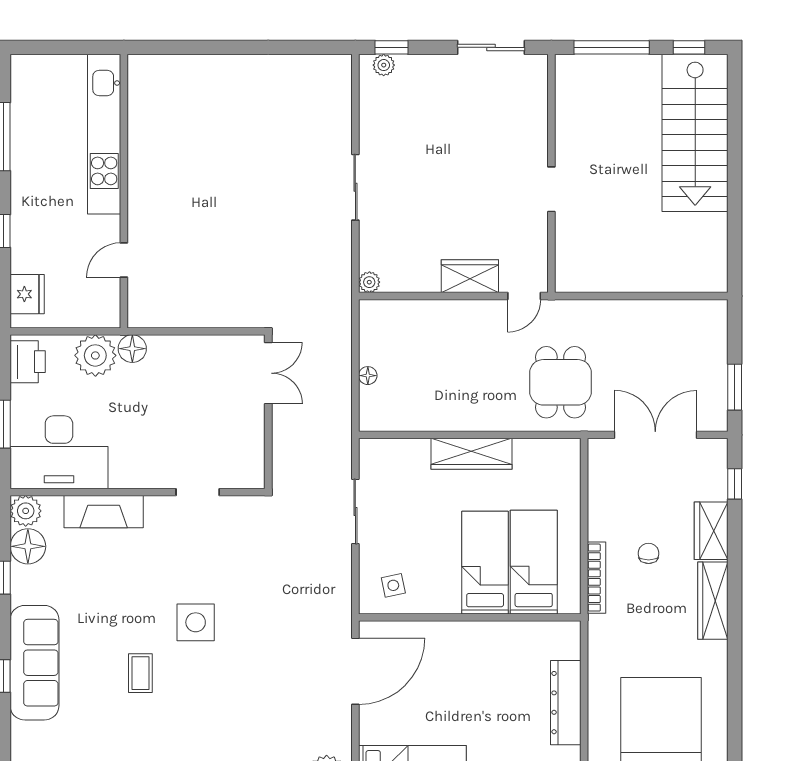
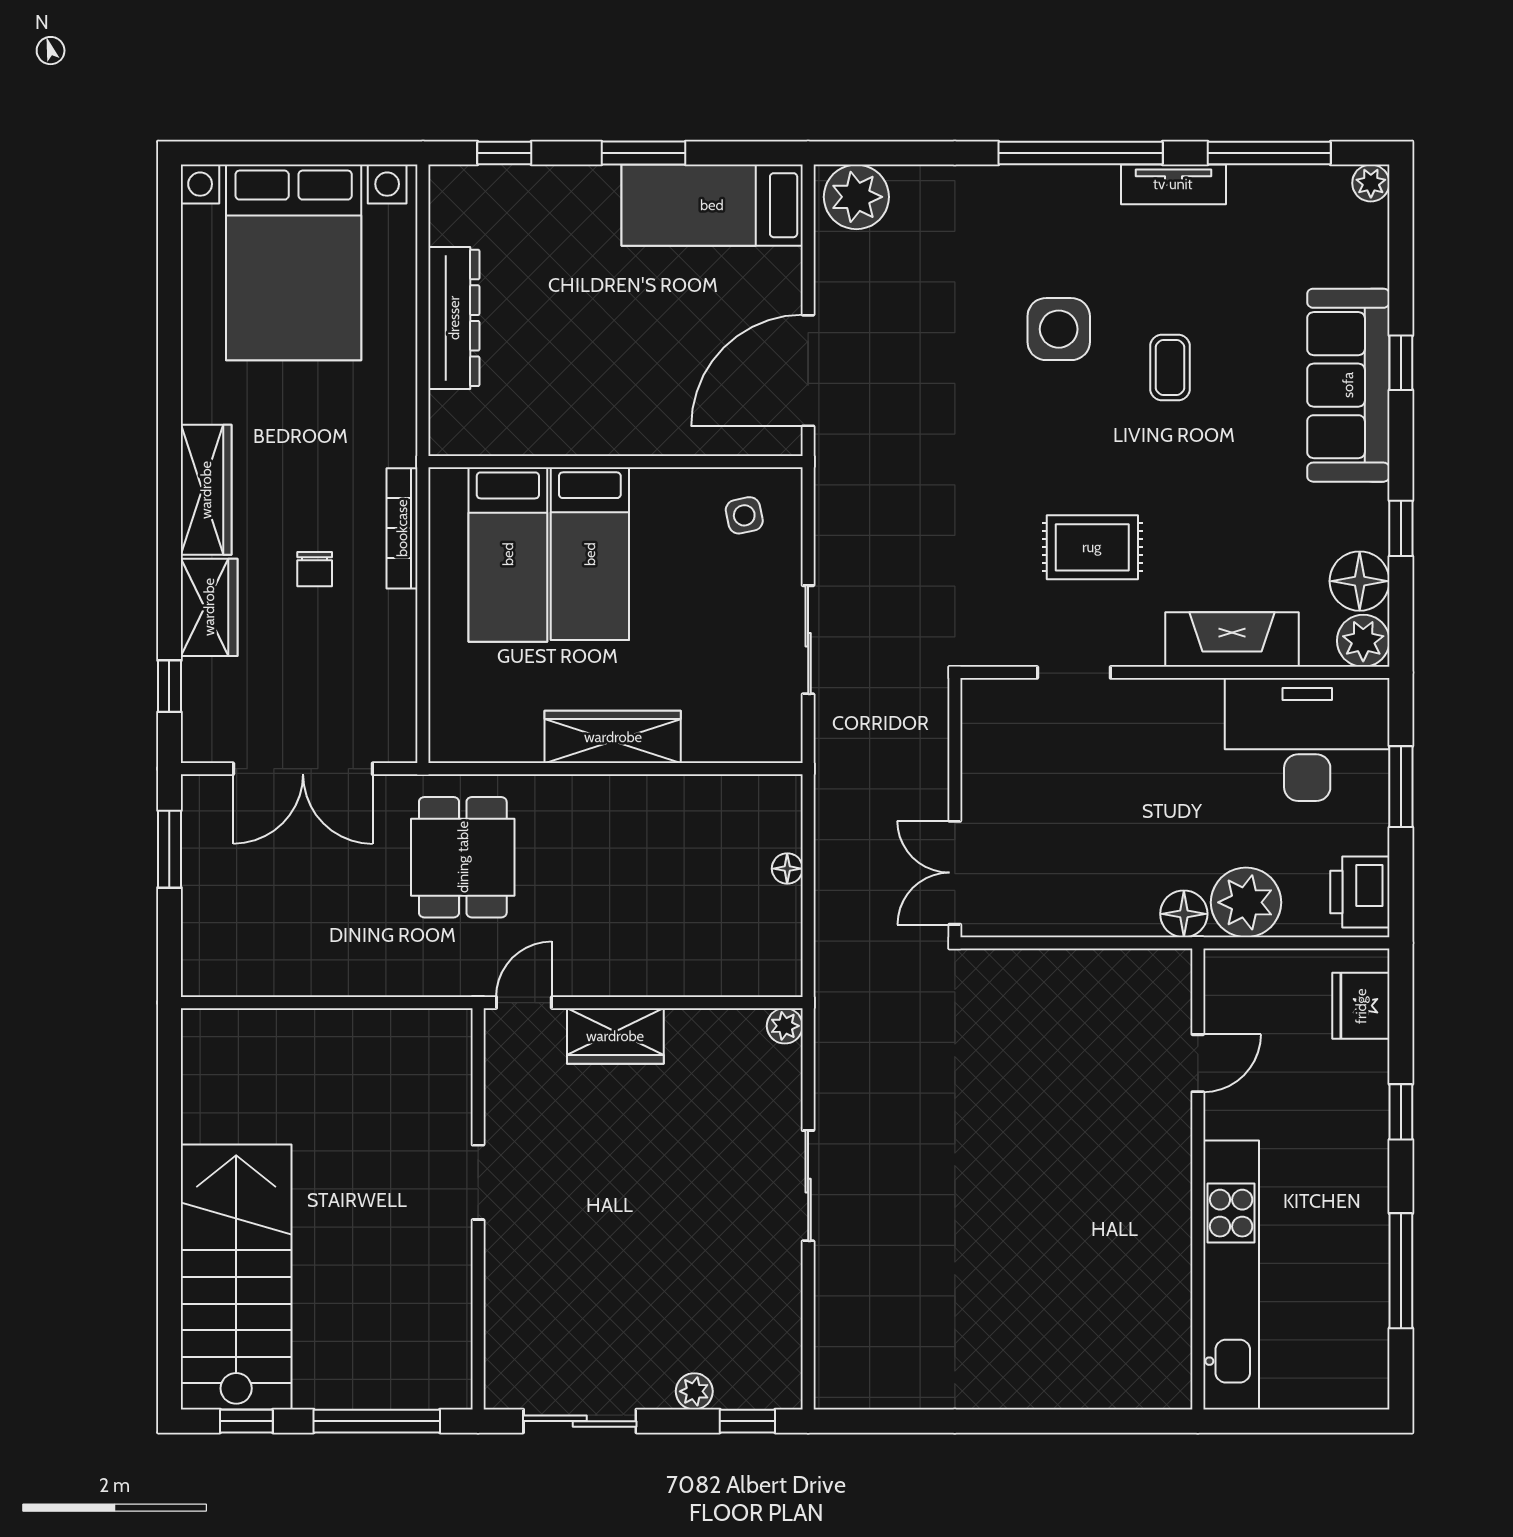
plant: (384, 65) -> (694, 1391), moved
rug: (187, 566) -> (1092, 547), added
side table: (196, 622) -> (1059, 329), moved

